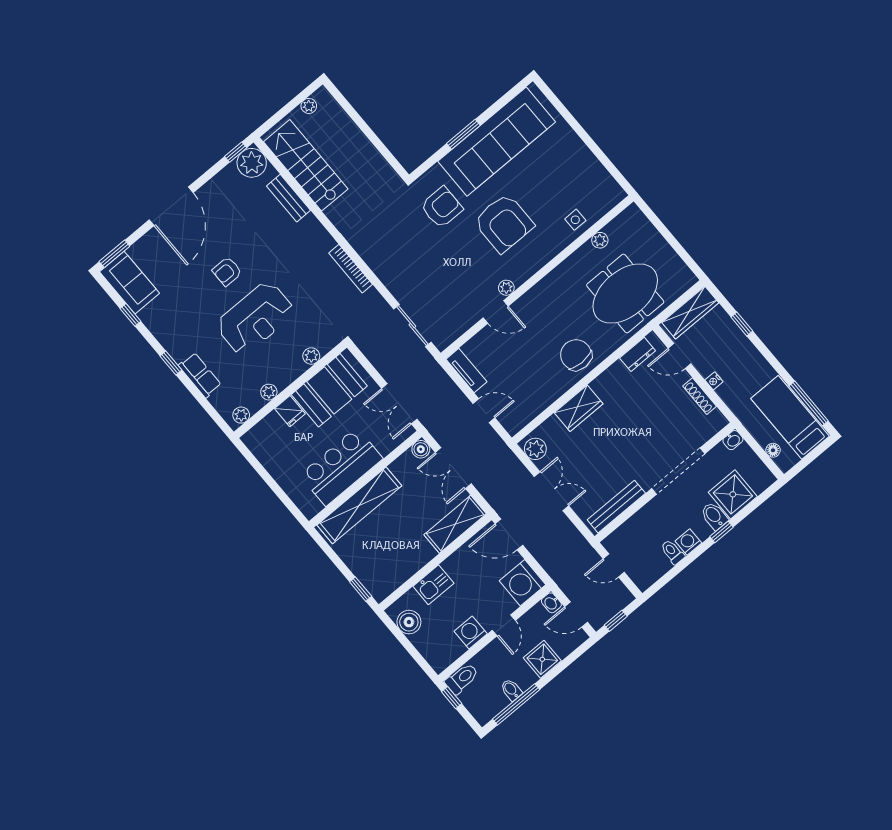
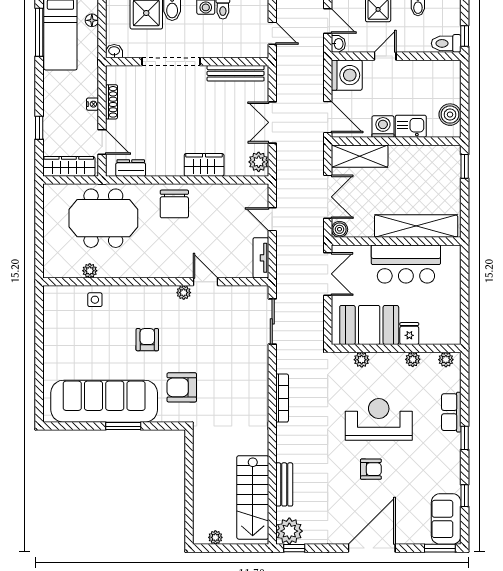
armchair: (504, 223) -> (147, 340), width x0.53, depth x0.53
washing machine: (471, 632) -> (383, 127), moved, turned 180

